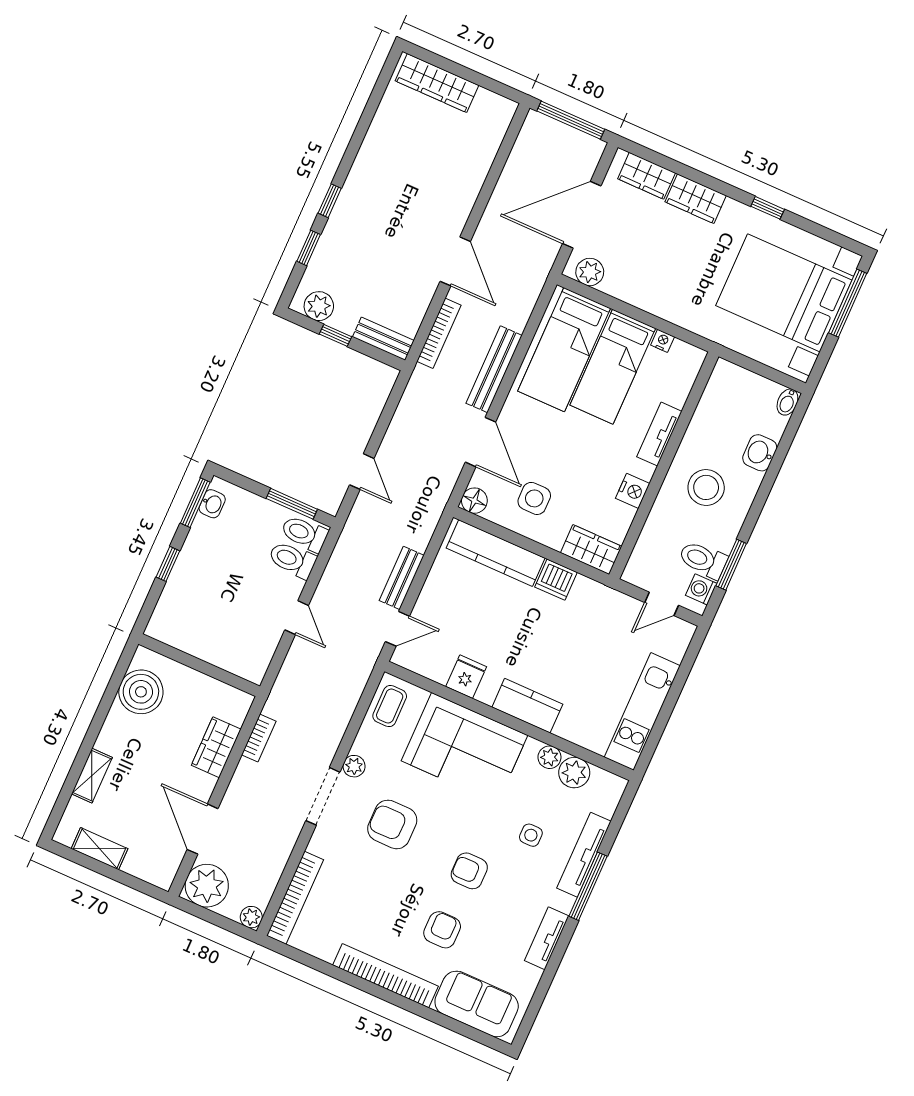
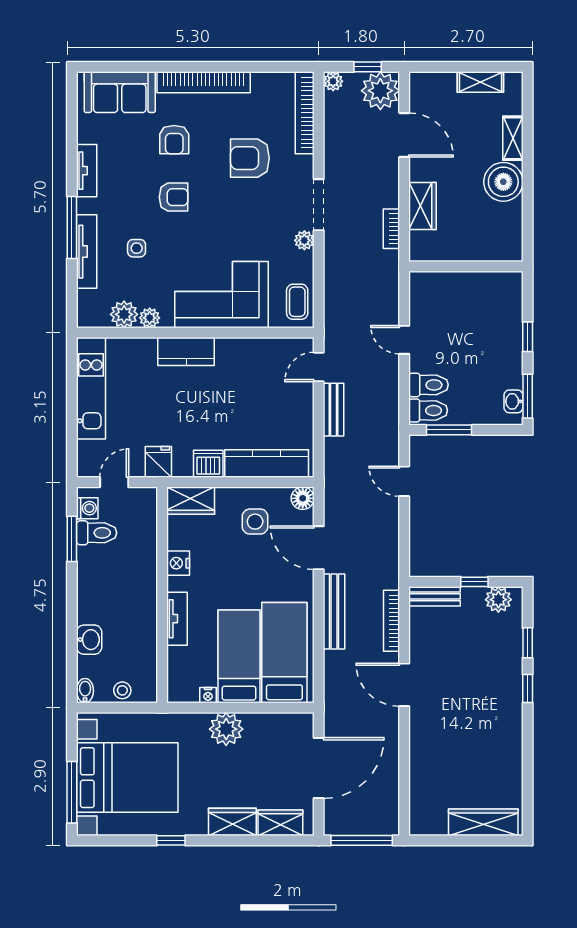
plant: (590, 272) -> (226, 729), moved, width x1.36, depth x1.36
stool: (706, 487) -> (122, 690), moved, width x0.53, depth x0.53
fridge: (466, 677) -> (158, 462), moved, turned 180
boiler: (141, 692) -> (503, 182), moved
armchair: (392, 824) -> (250, 158), moved, turned 180
window: (209, 916) -> (368, 67), added

